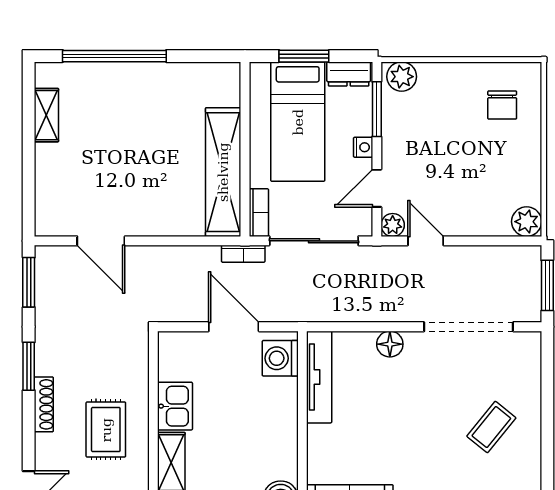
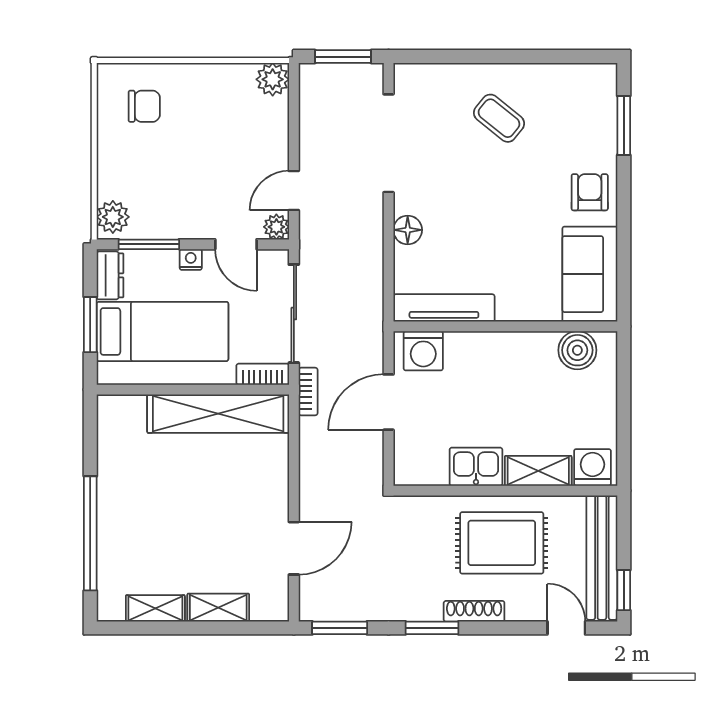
shelving: (47, 172) -> (218, 608), added
rug: (106, 430) -> (502, 543), width x1.36, depth x1.43

